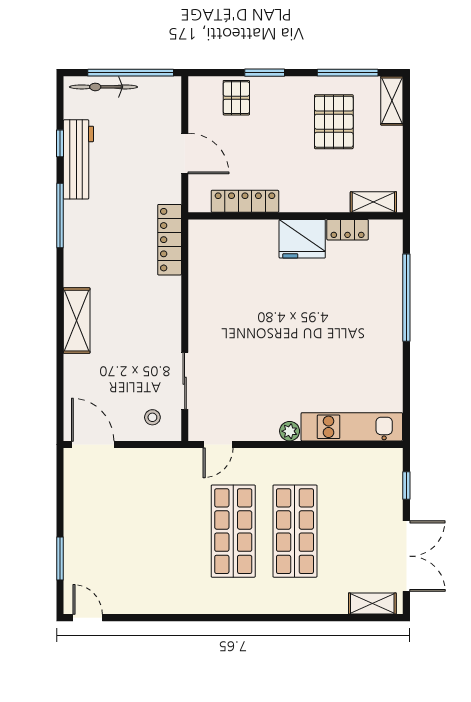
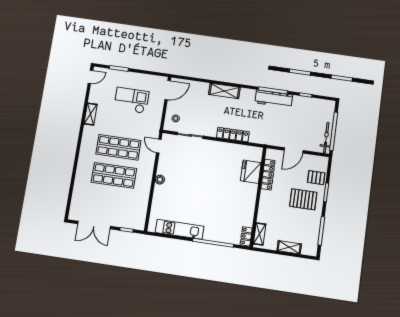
bicycle: (103, 87) -> (326, 138), moved
shelving: (392, 101) -> (289, 247), moved
pallet: (334, 122) -> (303, 199), moved
workbench: (78, 159) -> (274, 99), moved
locker: (348, 230) -> (246, 236), moved
fridge: (302, 239) -> (251, 172), moved
locker: (170, 240) -> (233, 135), moved
kitchen unit: (352, 427) -> (180, 229), moved, turned -90
checkout: (127, 520) -> (131, 100), added
shelving: (372, 604) -> (91, 114), moved

